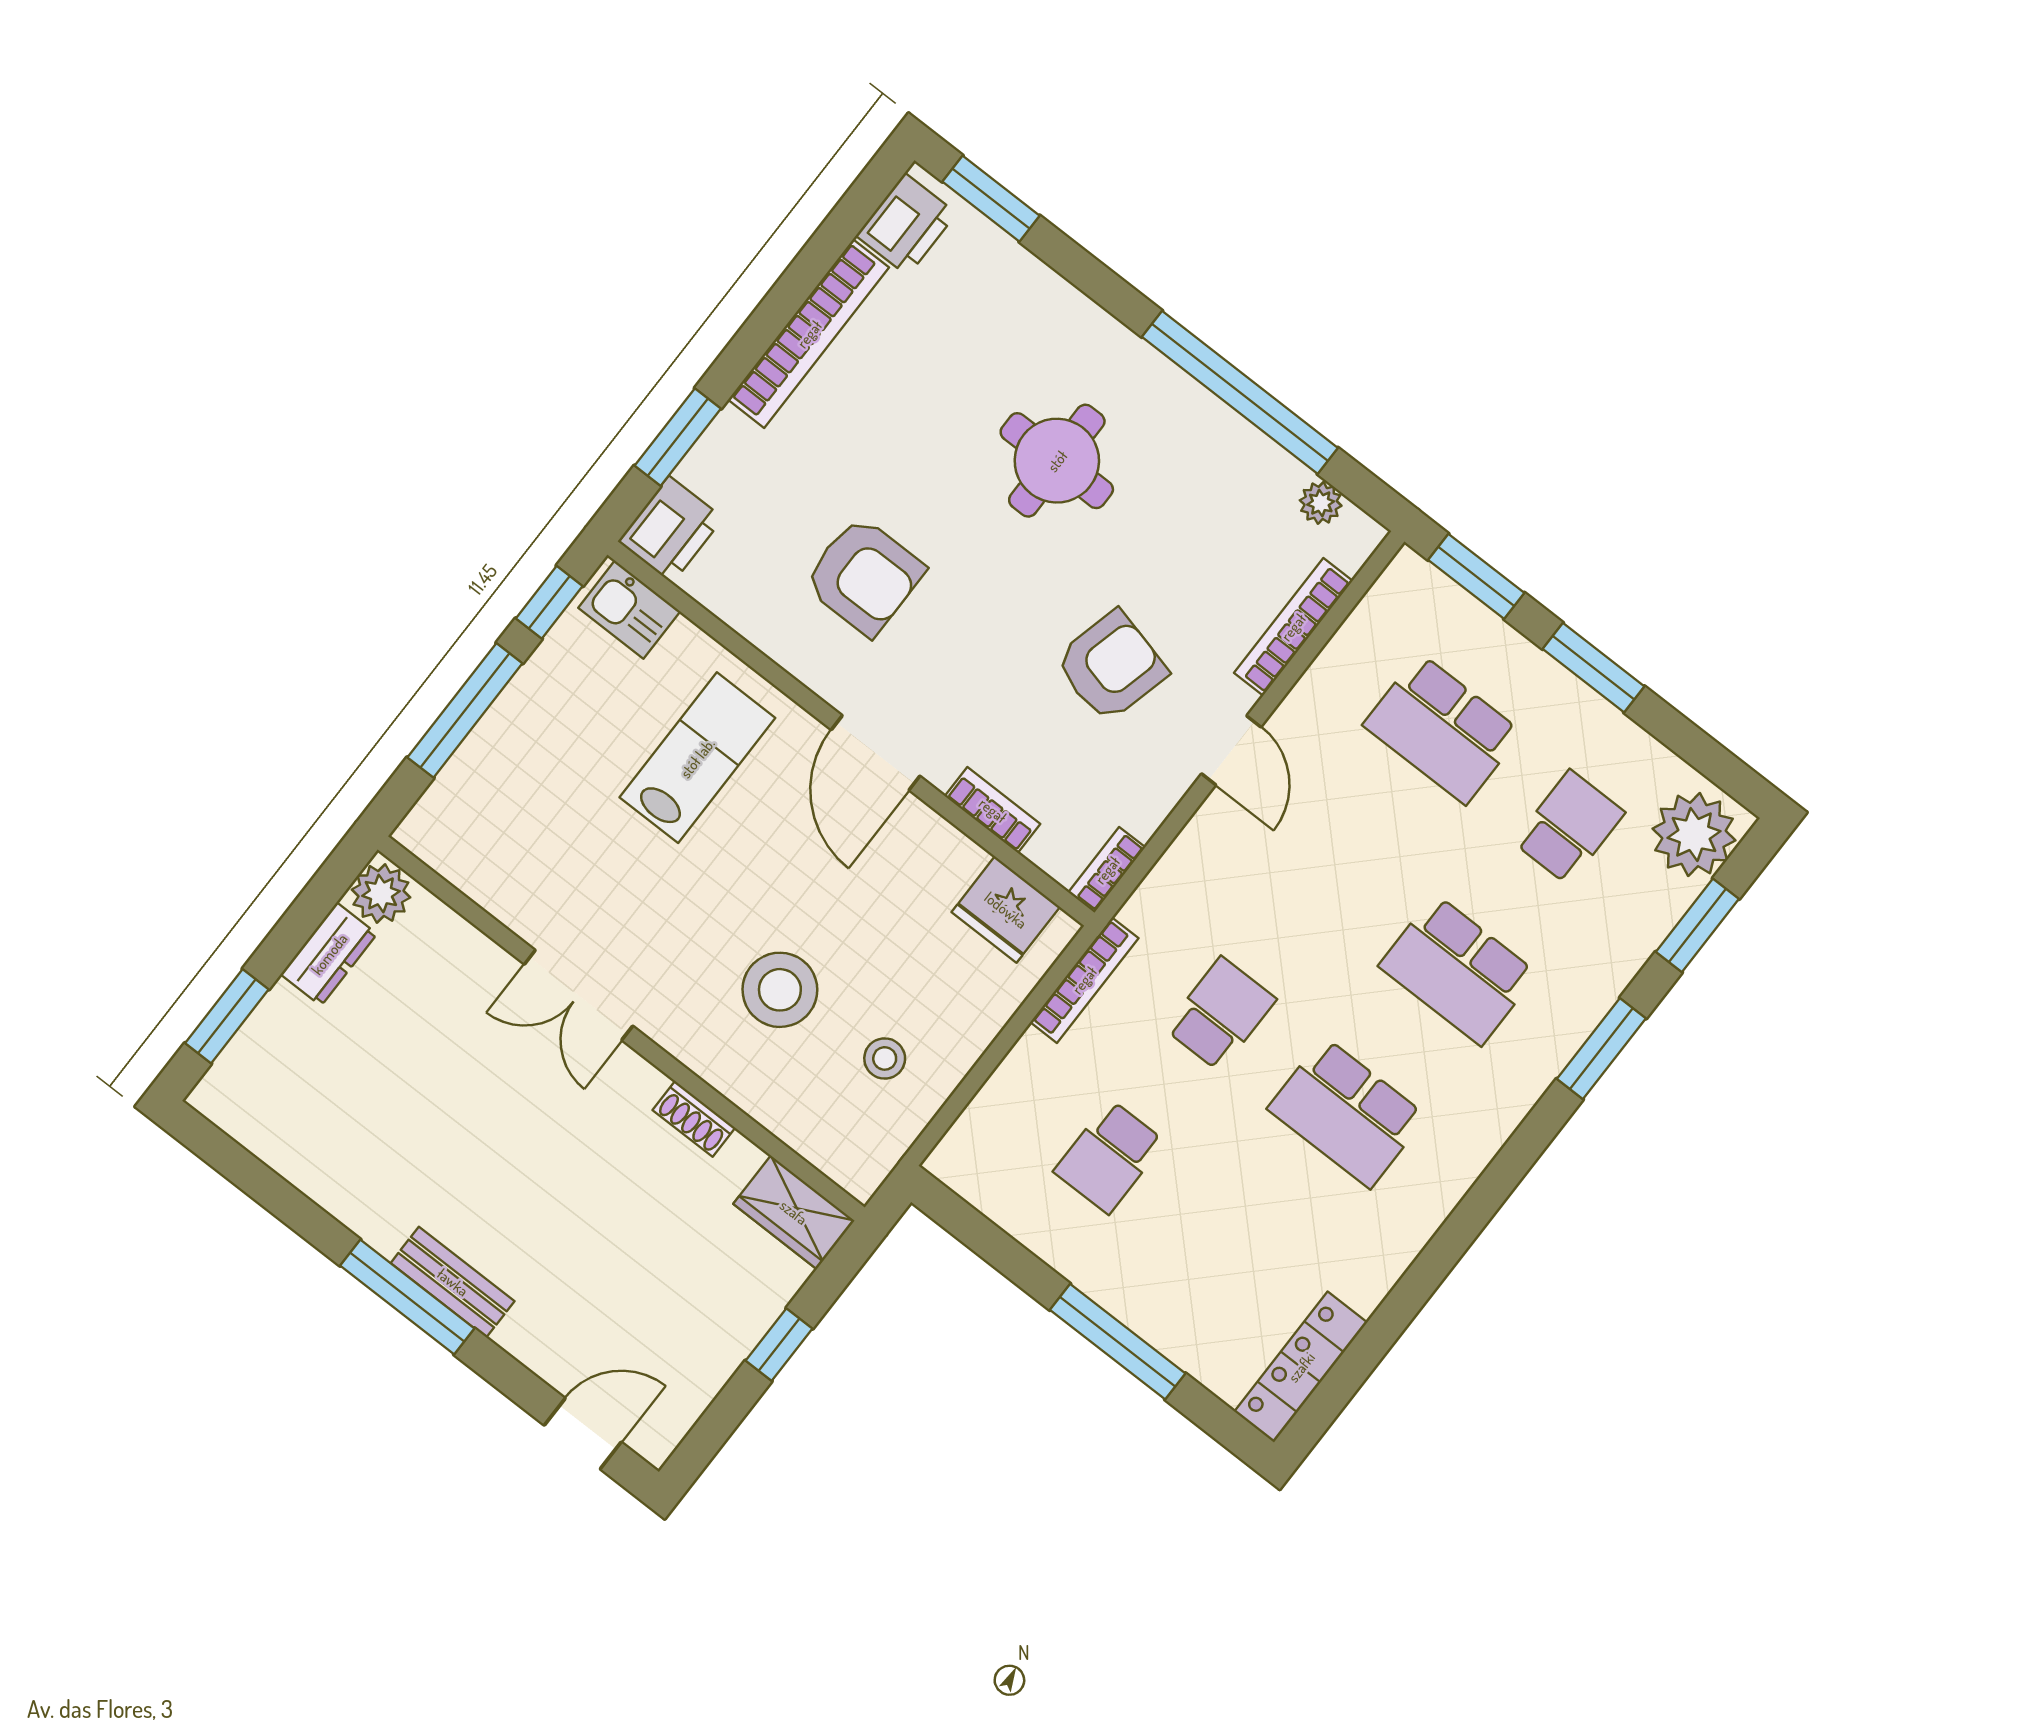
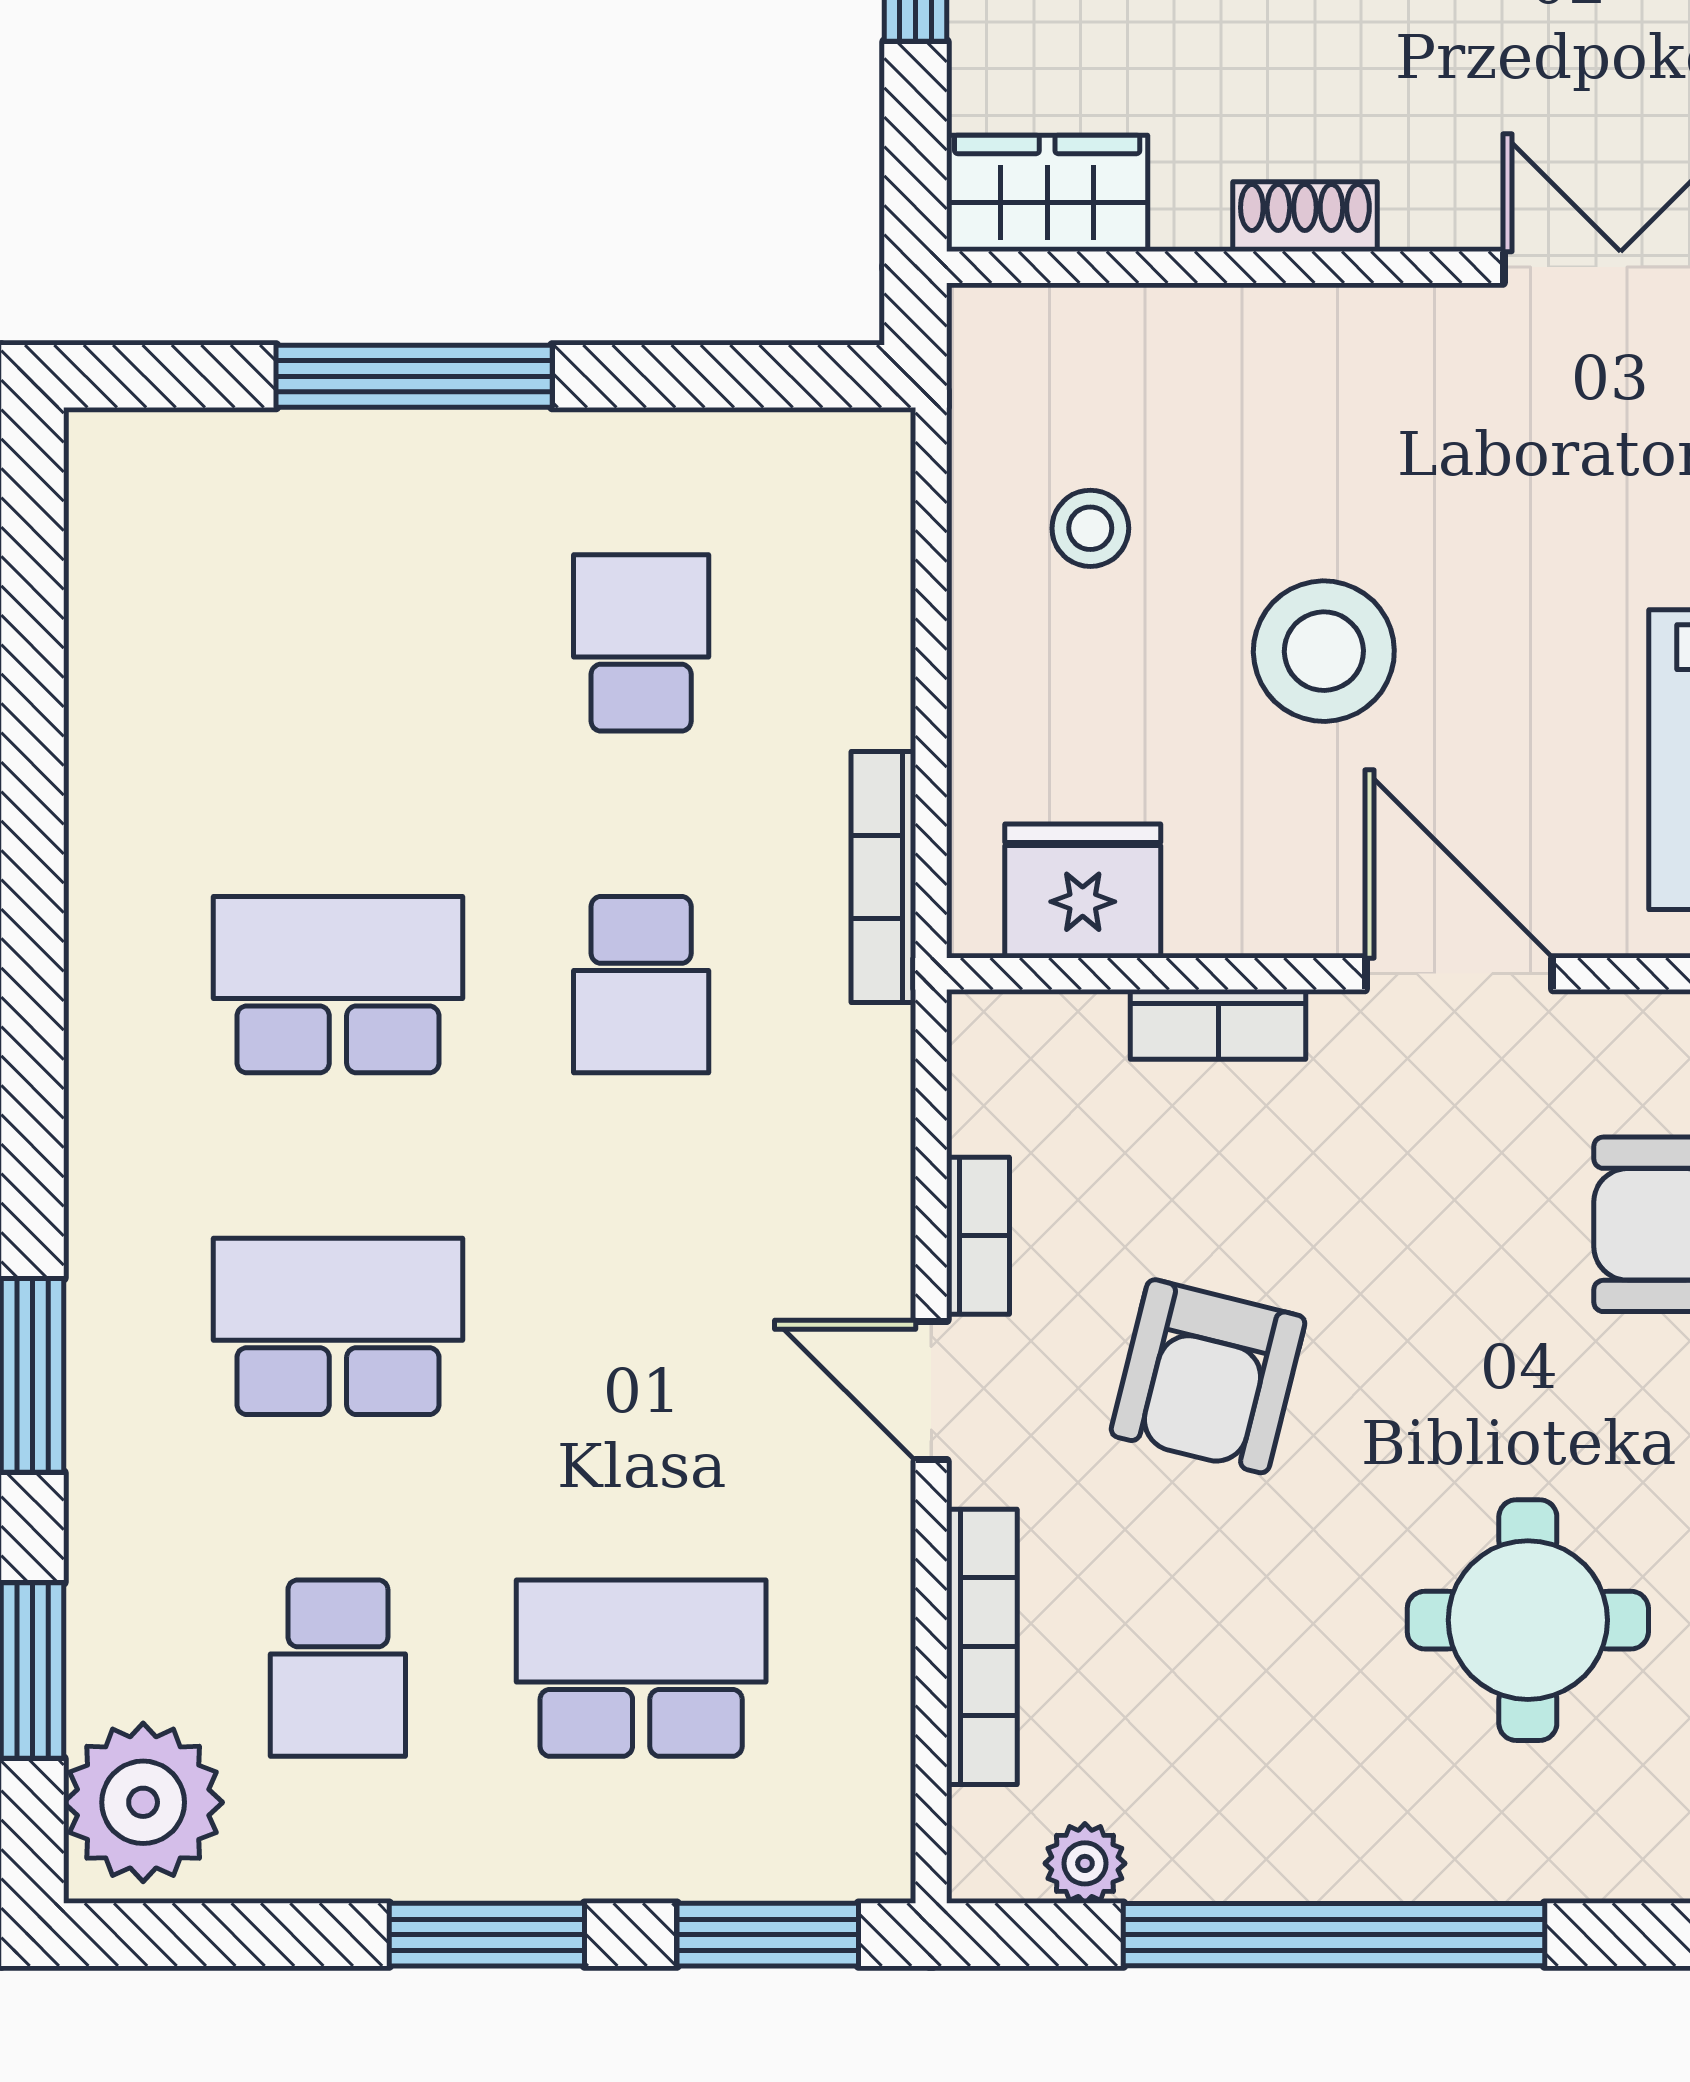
bookcase: (1107, 870) -> (978, 1236), moved
stool: (780, 990) -> (1324, 651), moved
locker: (1301, 1367) -> (111, 551), removed

